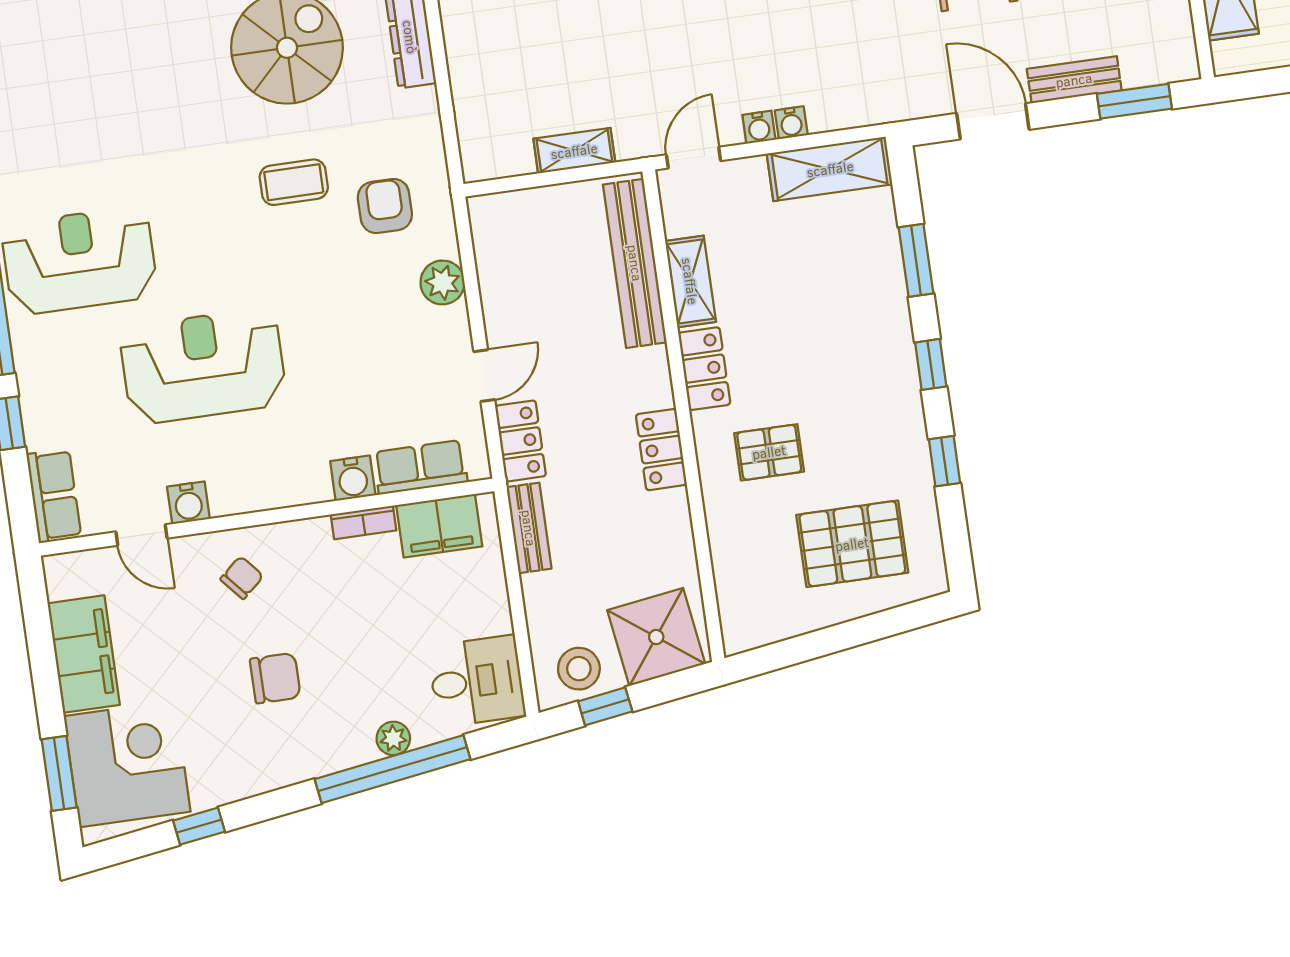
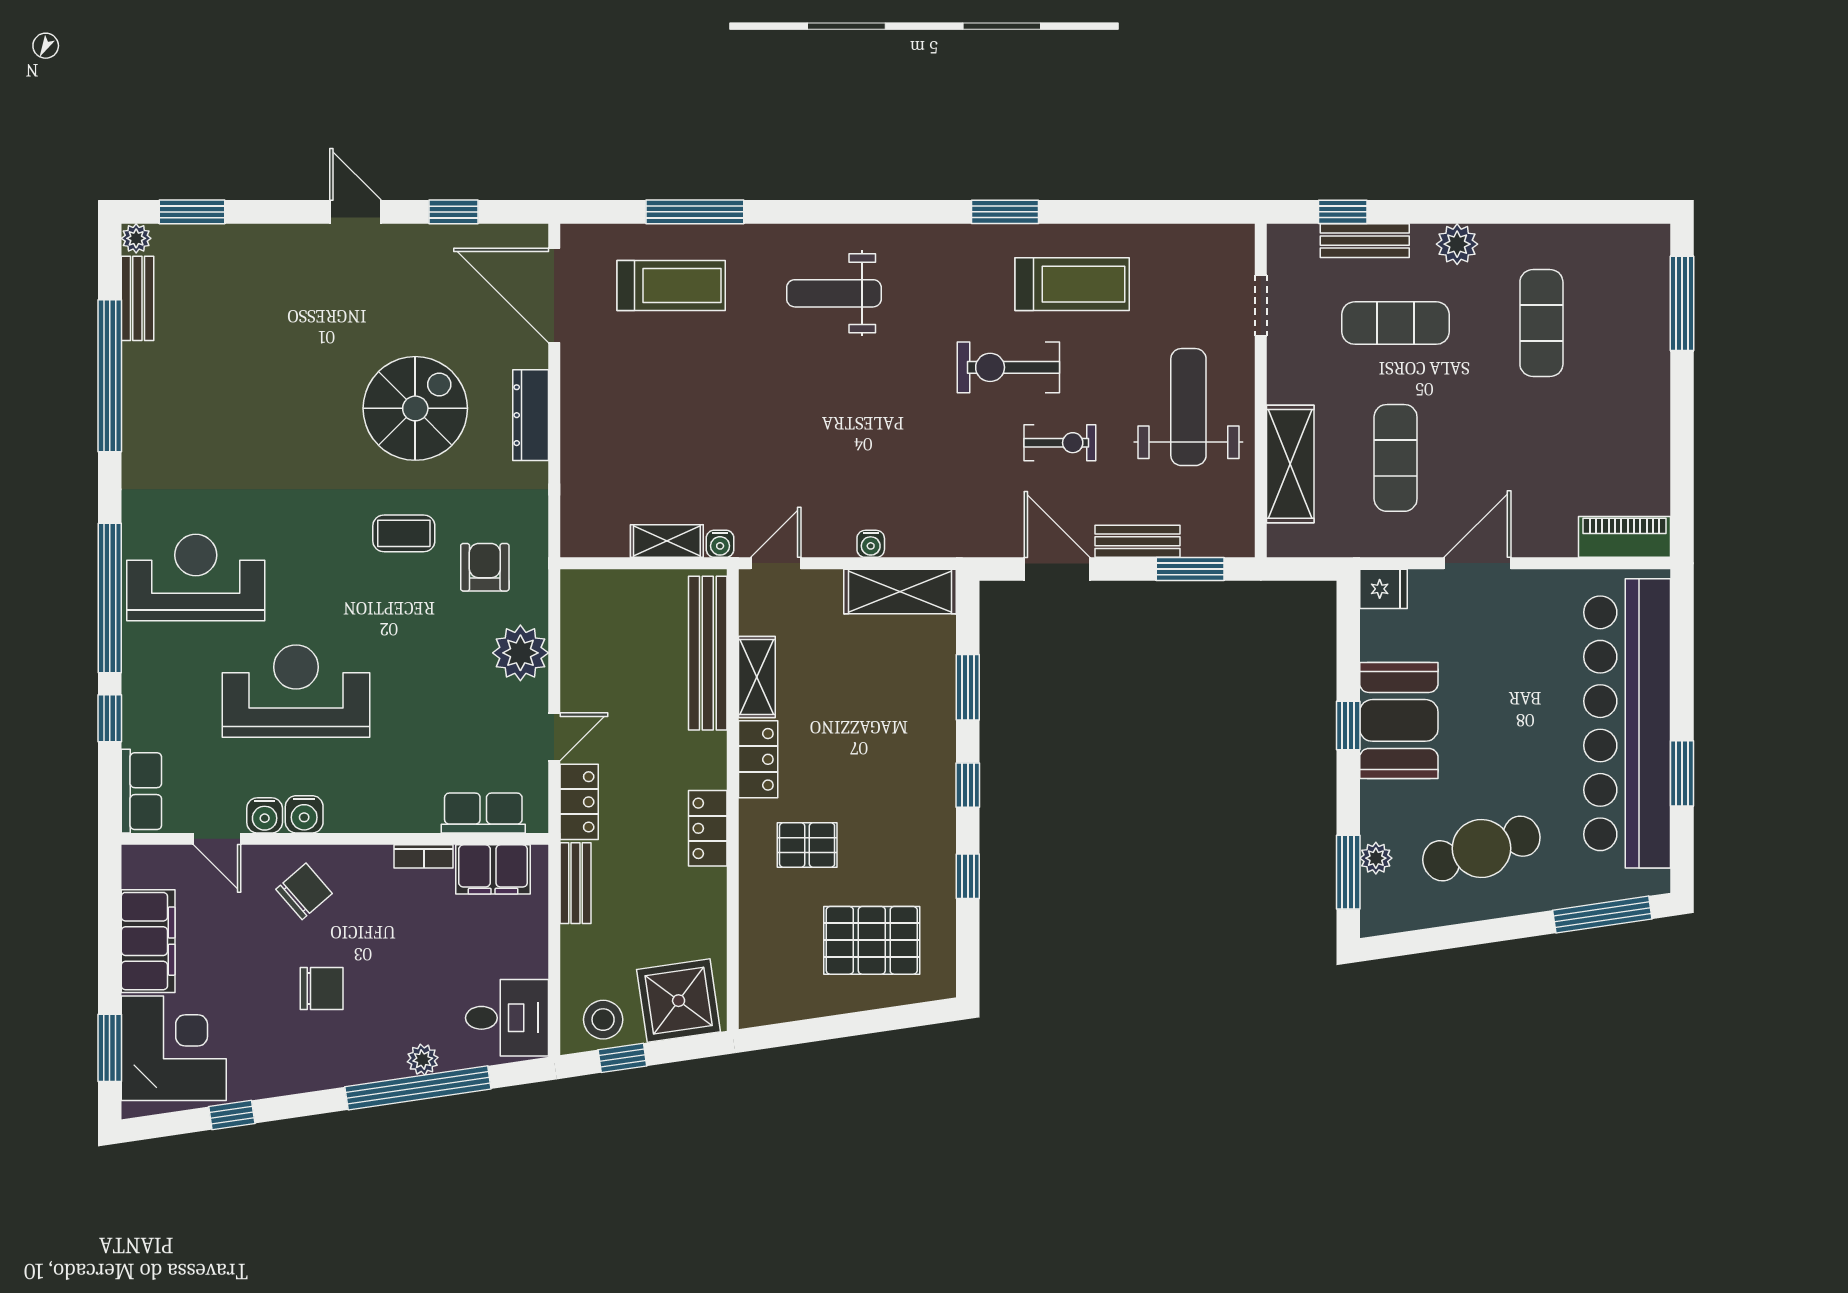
water cooler: (759, 127) -> (720, 544), moved
plant: (442, 282) -> (520, 653), width x1.36, depth x1.36
water cooler: (353, 478) -> (304, 814), moved
chair: (242, 578) -> (304, 891), width x1.37, depth x1.37

